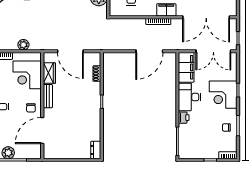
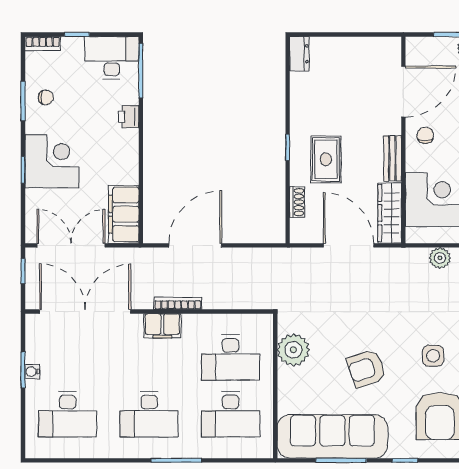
wardrobe: (49, 73) -> (390, 213), width x1.50
rug: (82, 96) -> (326, 159), added
desk: (189, 97) -> (112, 58), moved, turned -90

